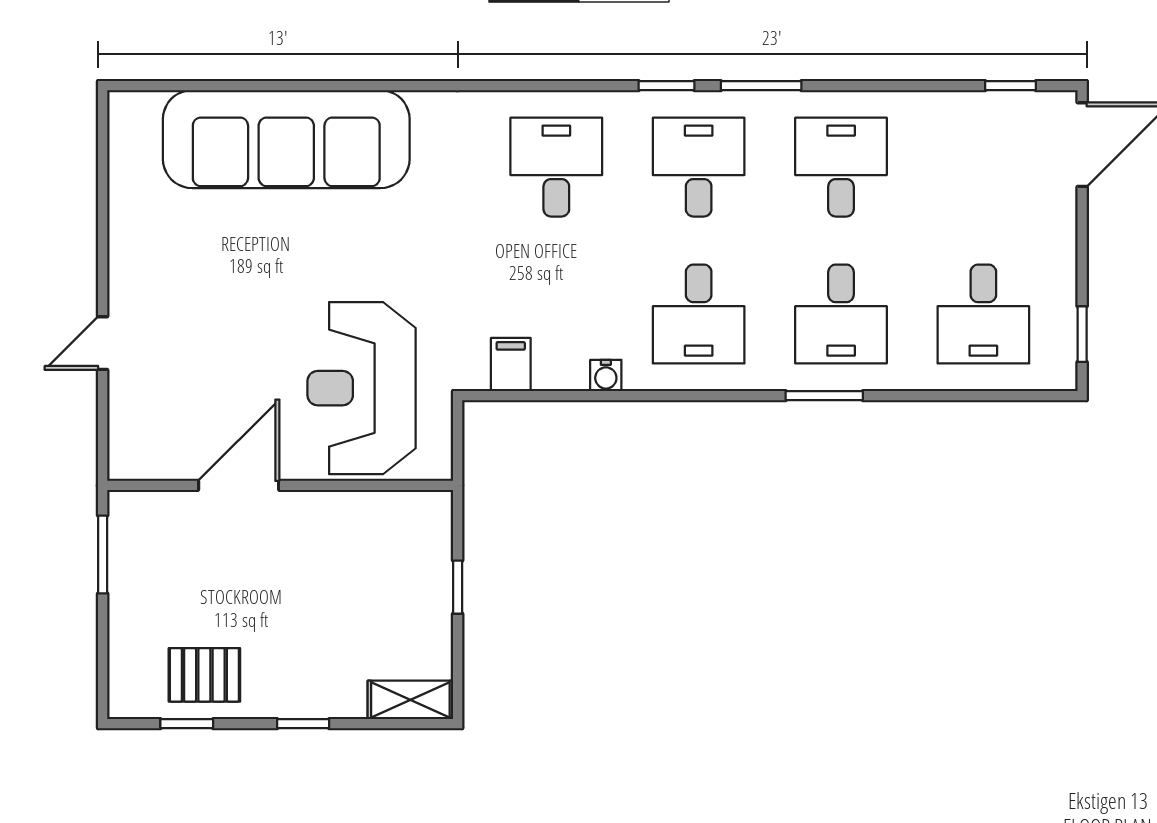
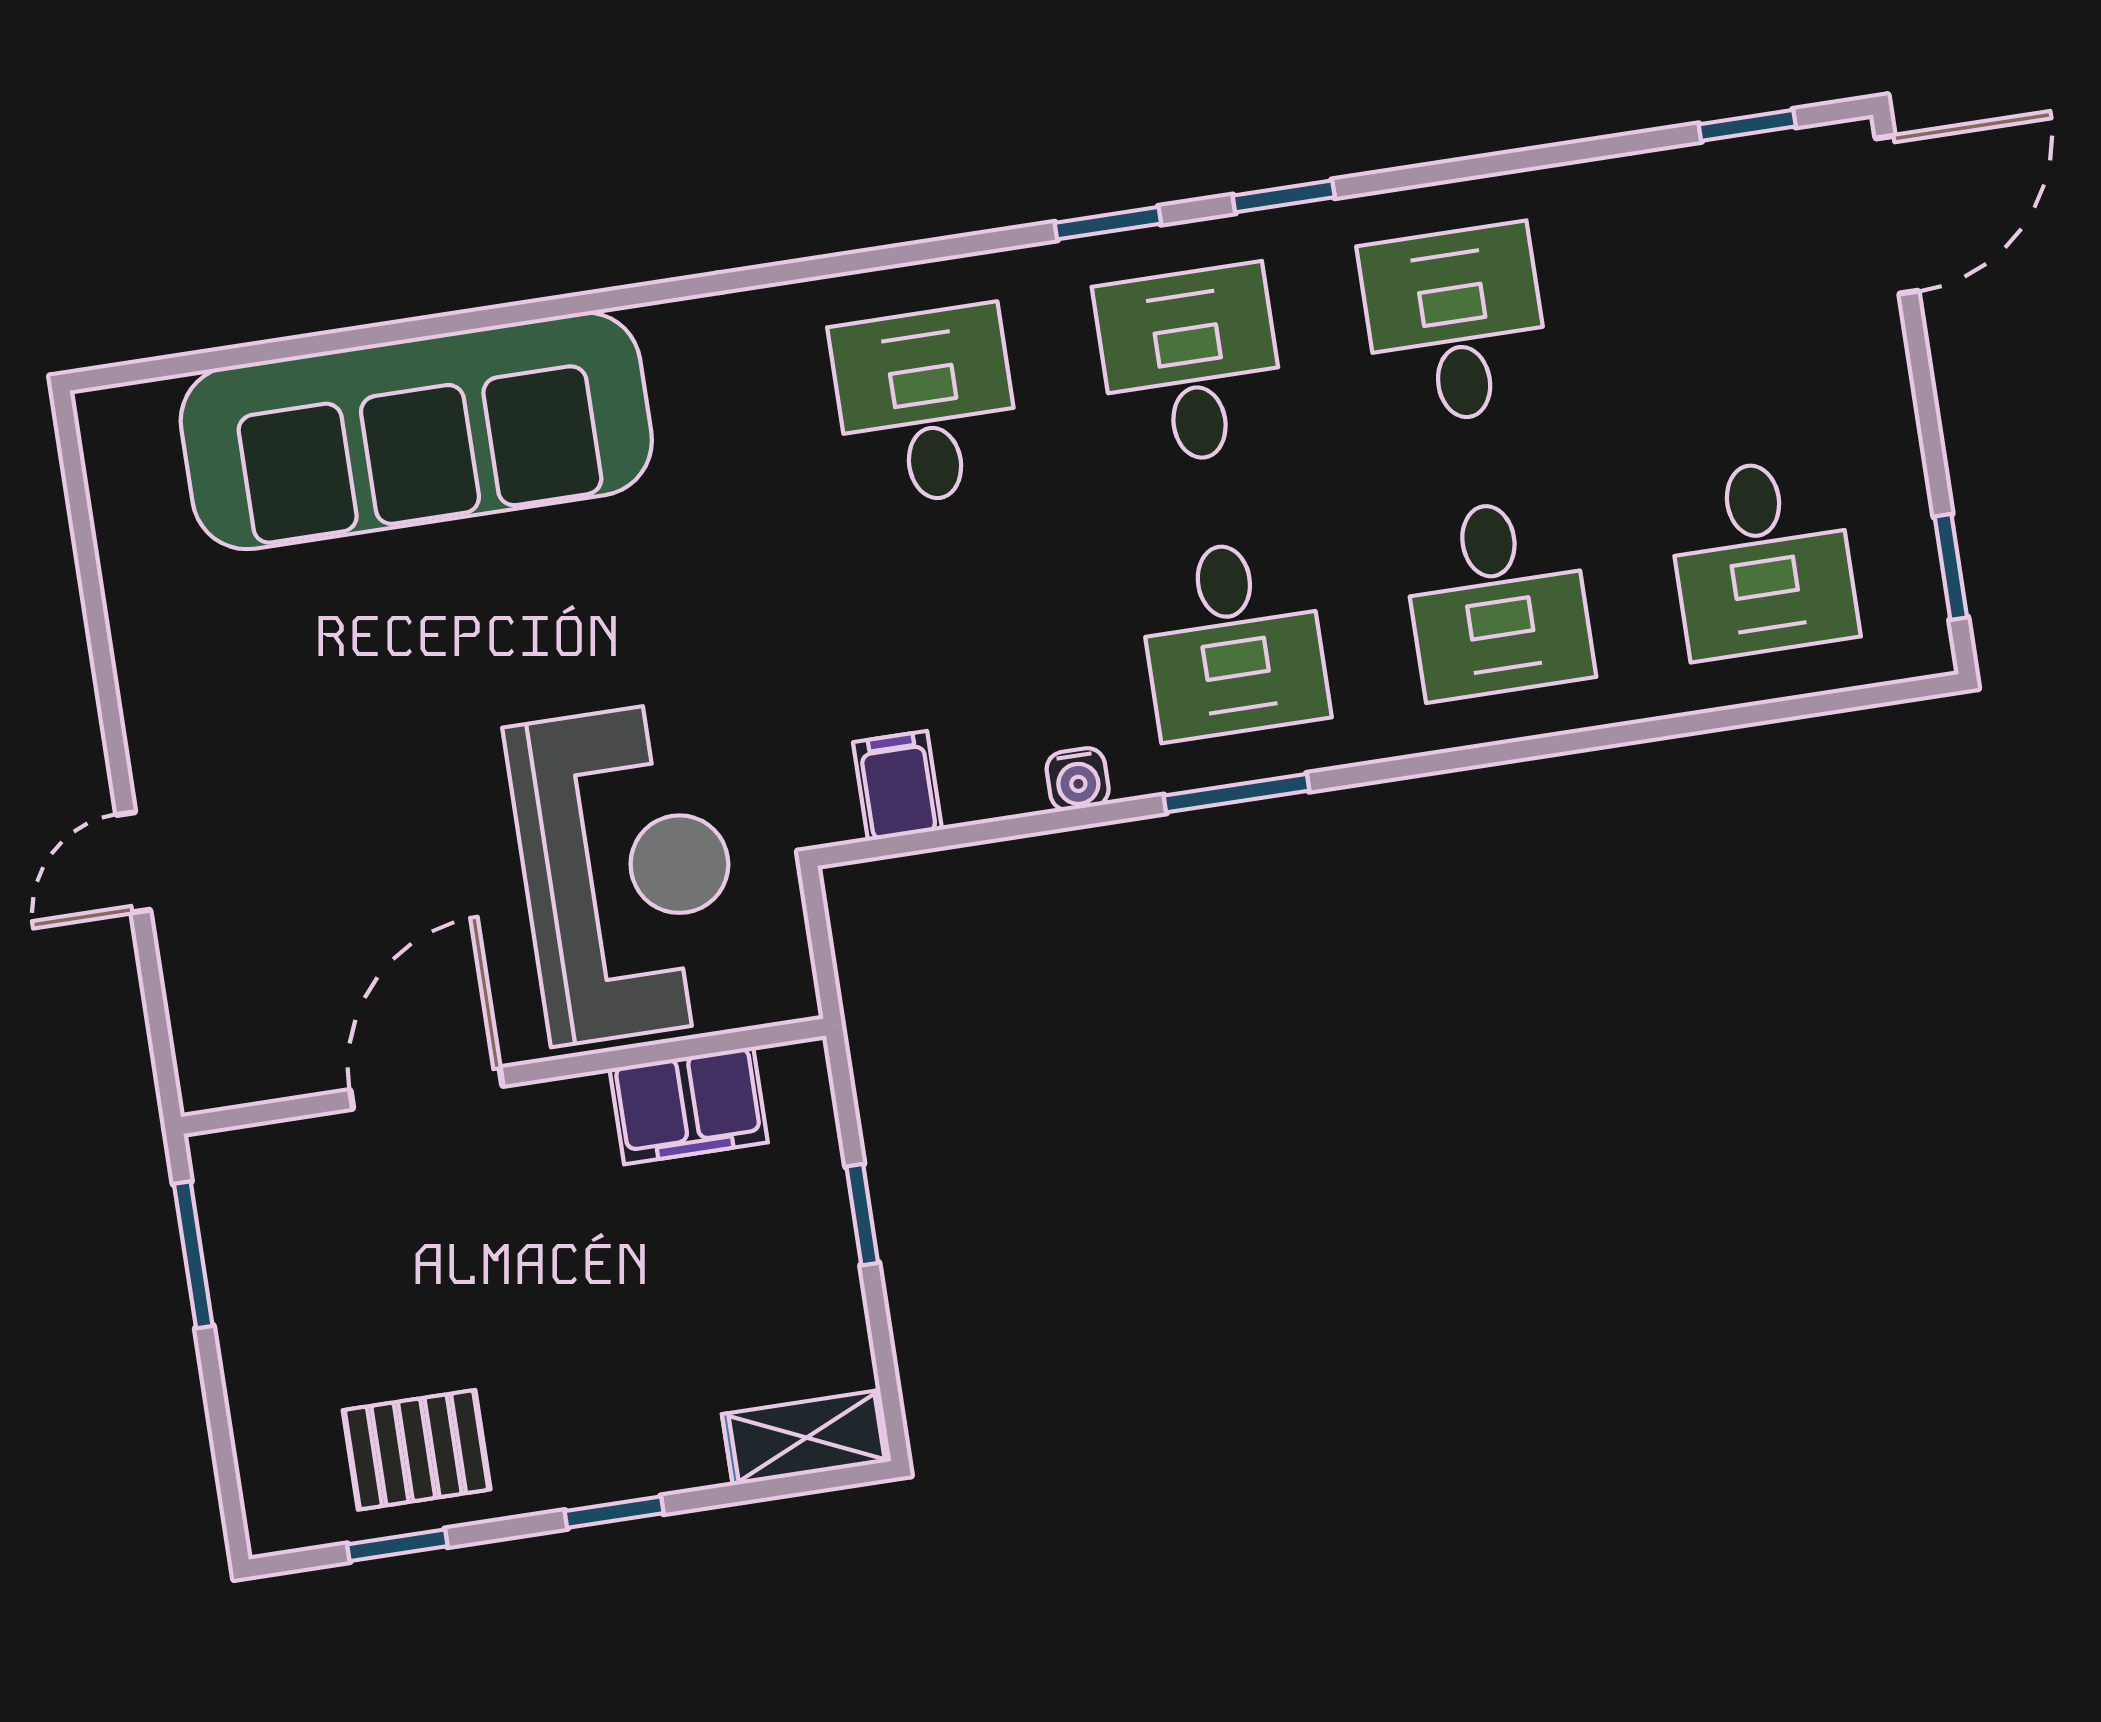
window: (761, 86) -> (1284, 196), width x0.67
reception desk: (362, 388) -> (627, 872), turned 180
window: (824, 396) -> (1237, 793), moved
filing cabinet: (375, 516) -> (689, 1106), added

